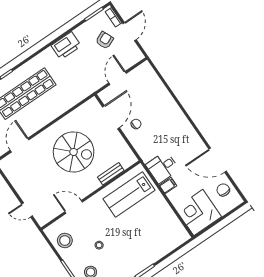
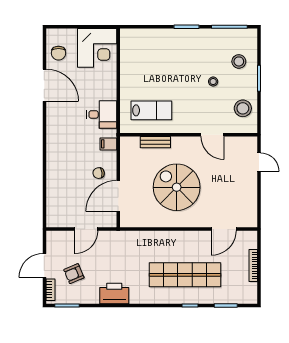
filing cabinet: (168, 186) -> (108, 144), moved
lab bench: (129, 194) -> (151, 110), width x0.73, depth x0.72

